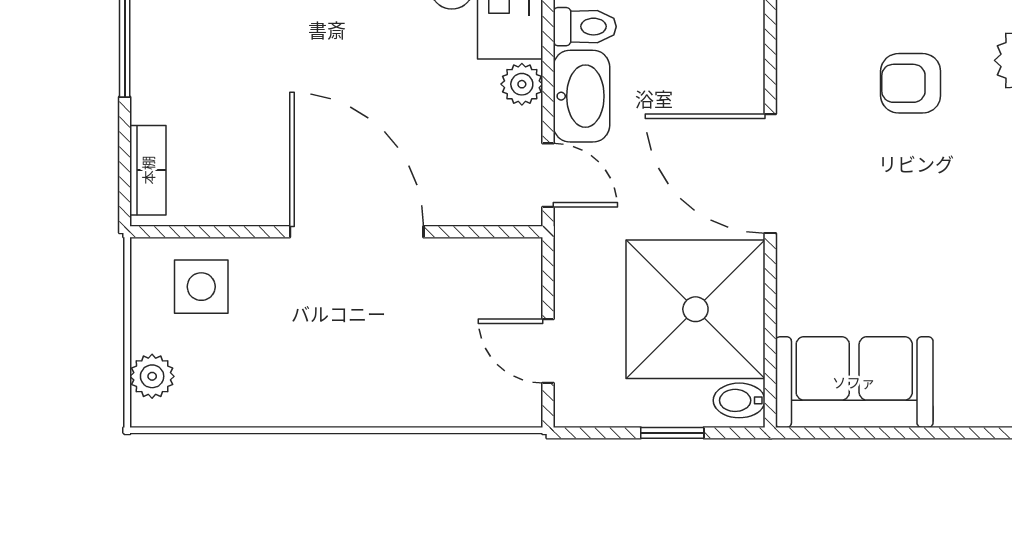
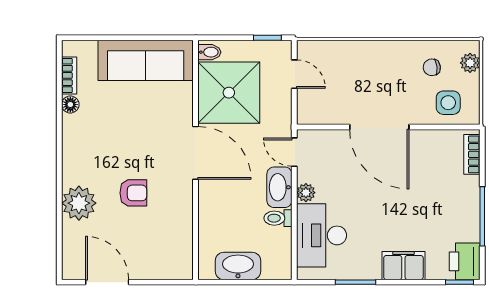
chair: (238, 366) -> (432, 67), added
sofa: (854, 382) -> (146, 60), width x1.36
window: (672, 433) -> (267, 38), moved

